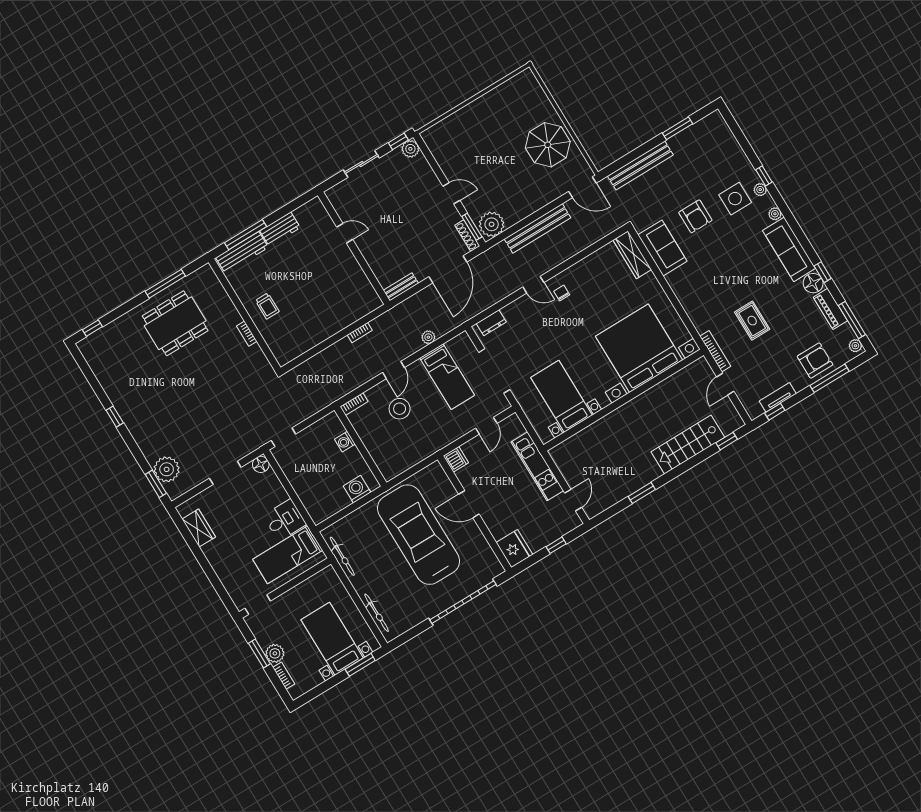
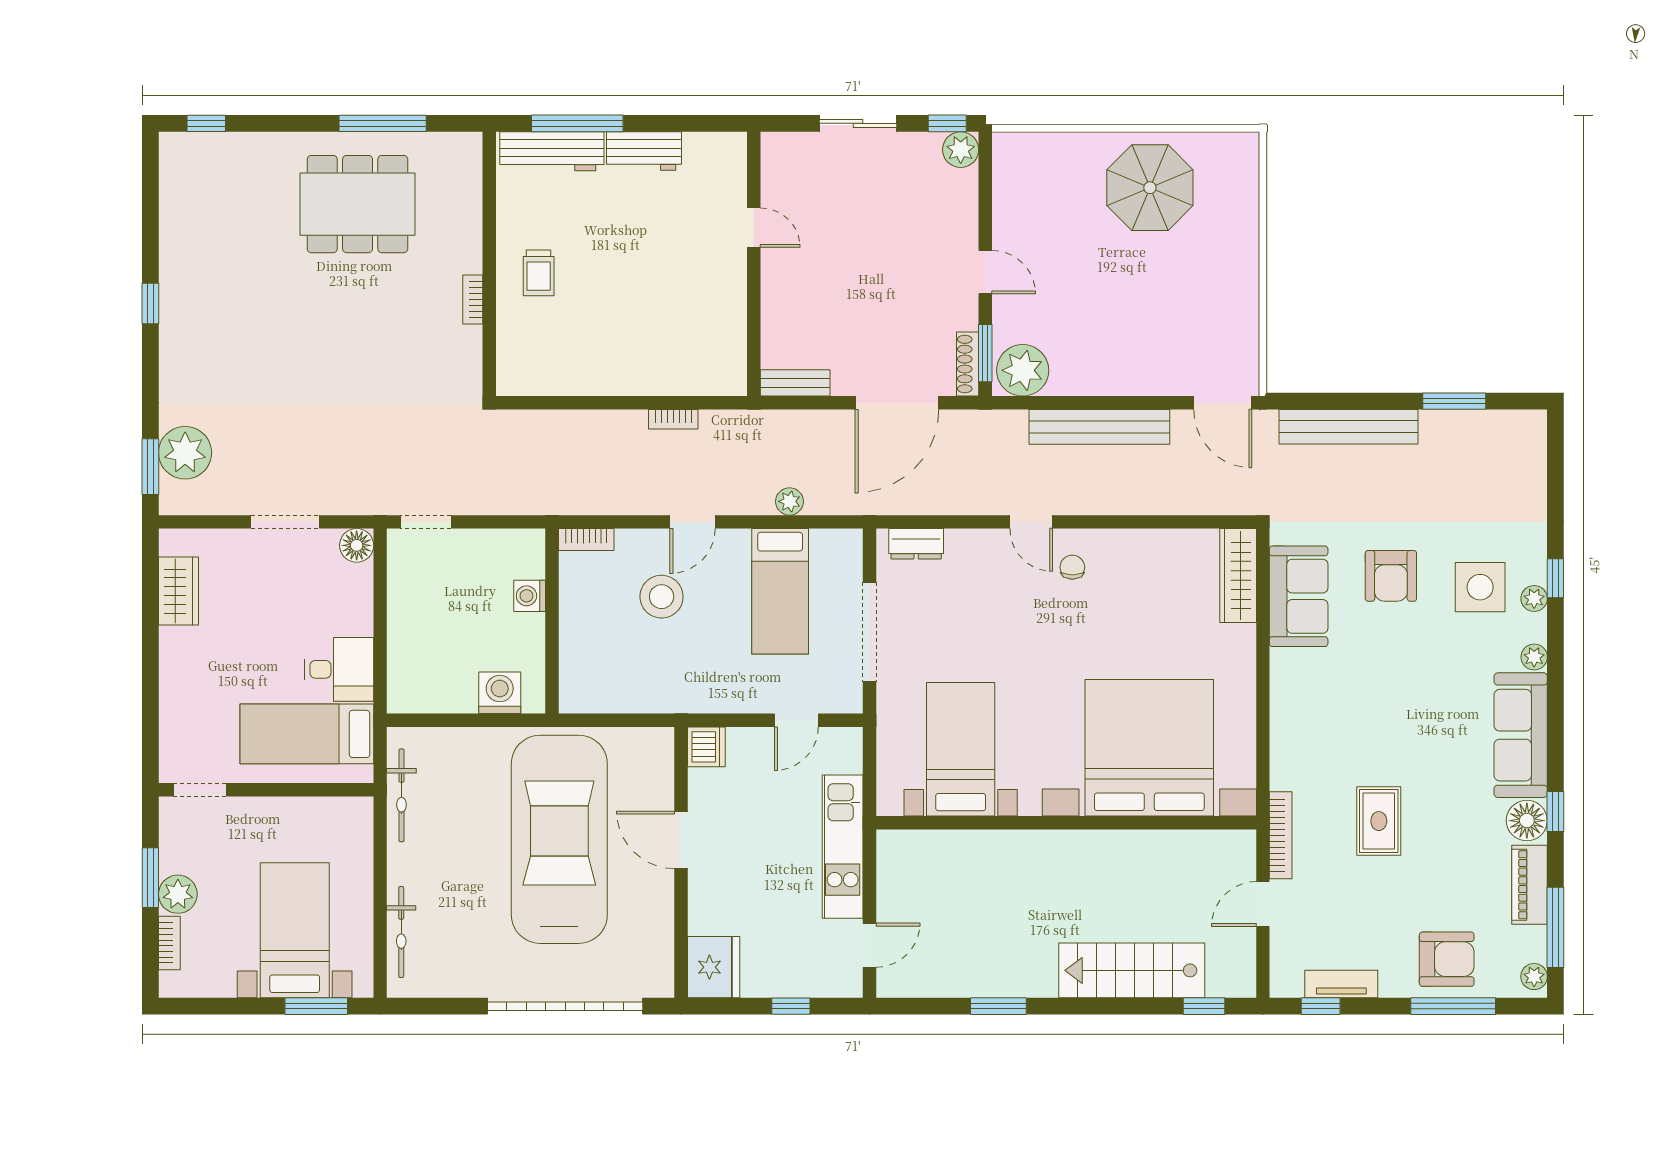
parasol: (548, 145) -> (1150, 188), moved

